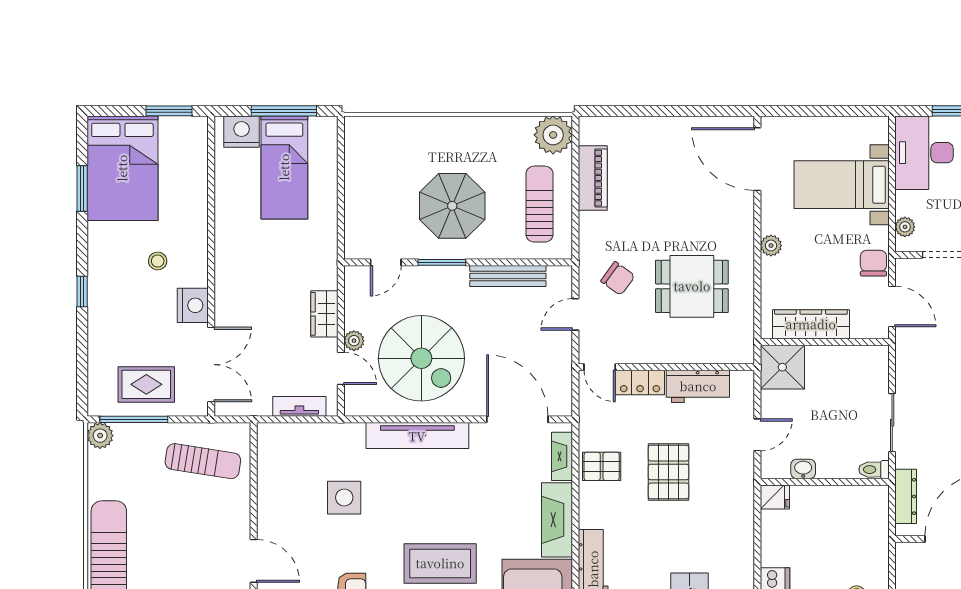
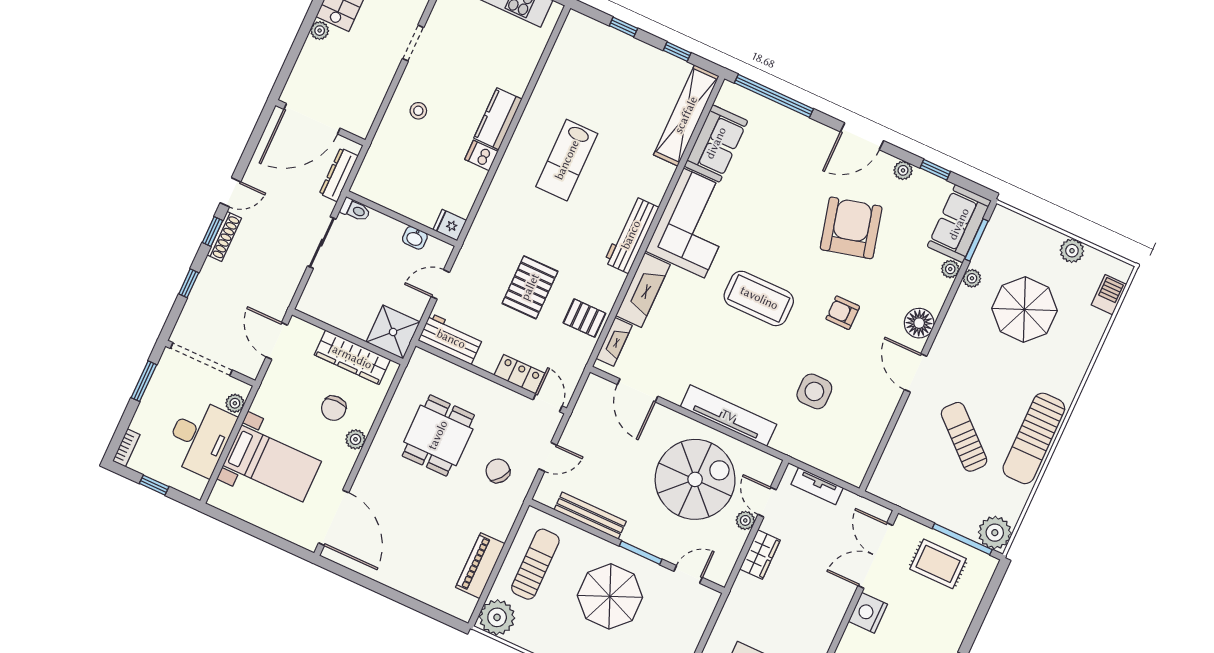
desk: (924, 153) -> (200, 437), moved
sun lounger: (539, 204) -> (535, 564), turned 180
chair: (873, 263) -> (334, 408), moved
dining table: (692, 286) -> (438, 435), turned 90
spiral stairs: (421, 358) -> (695, 479), turned 90
workbench: (698, 386) -> (451, 339), moved
door: (517, 419) -> (638, 390), width x0.73
plant: (100, 436) -> (995, 533), width x1.36, depth x1.36
sun lounger: (203, 461) -> (964, 437), moved, turned 33

